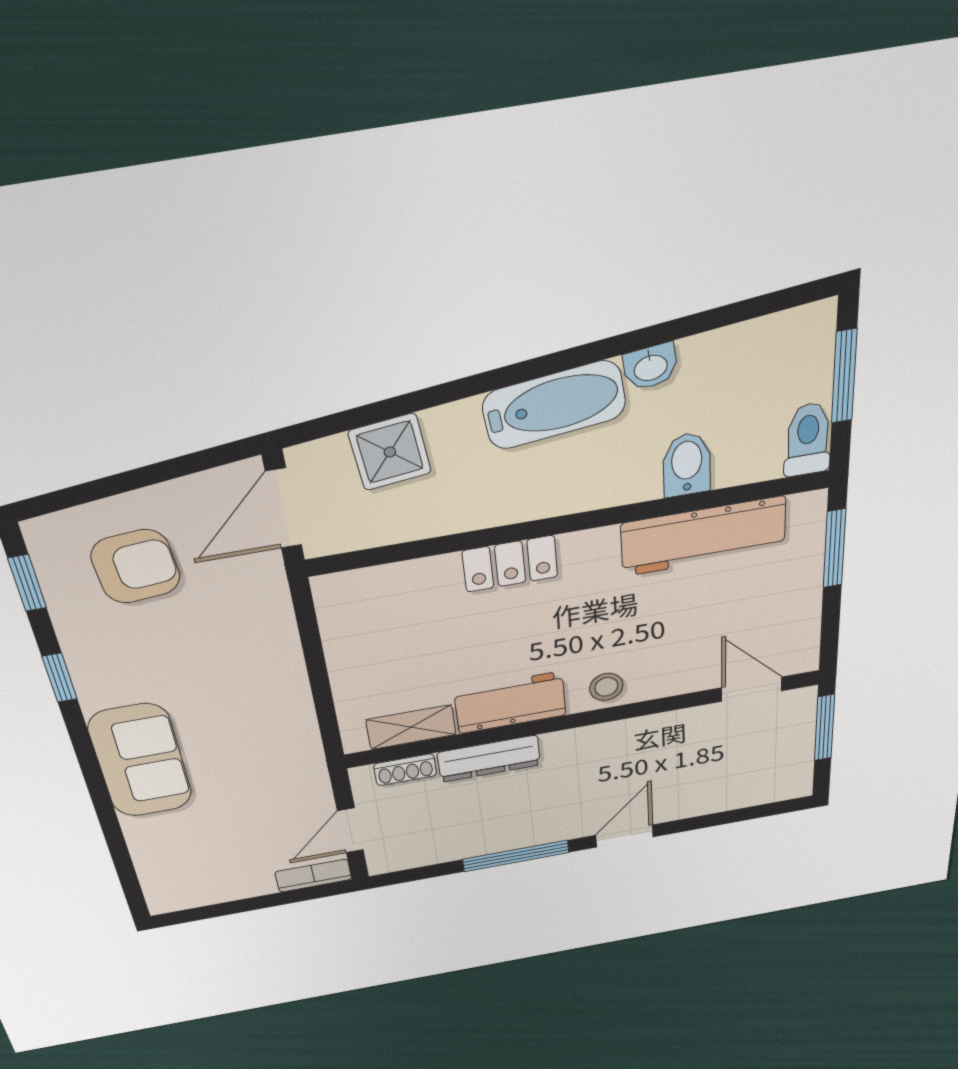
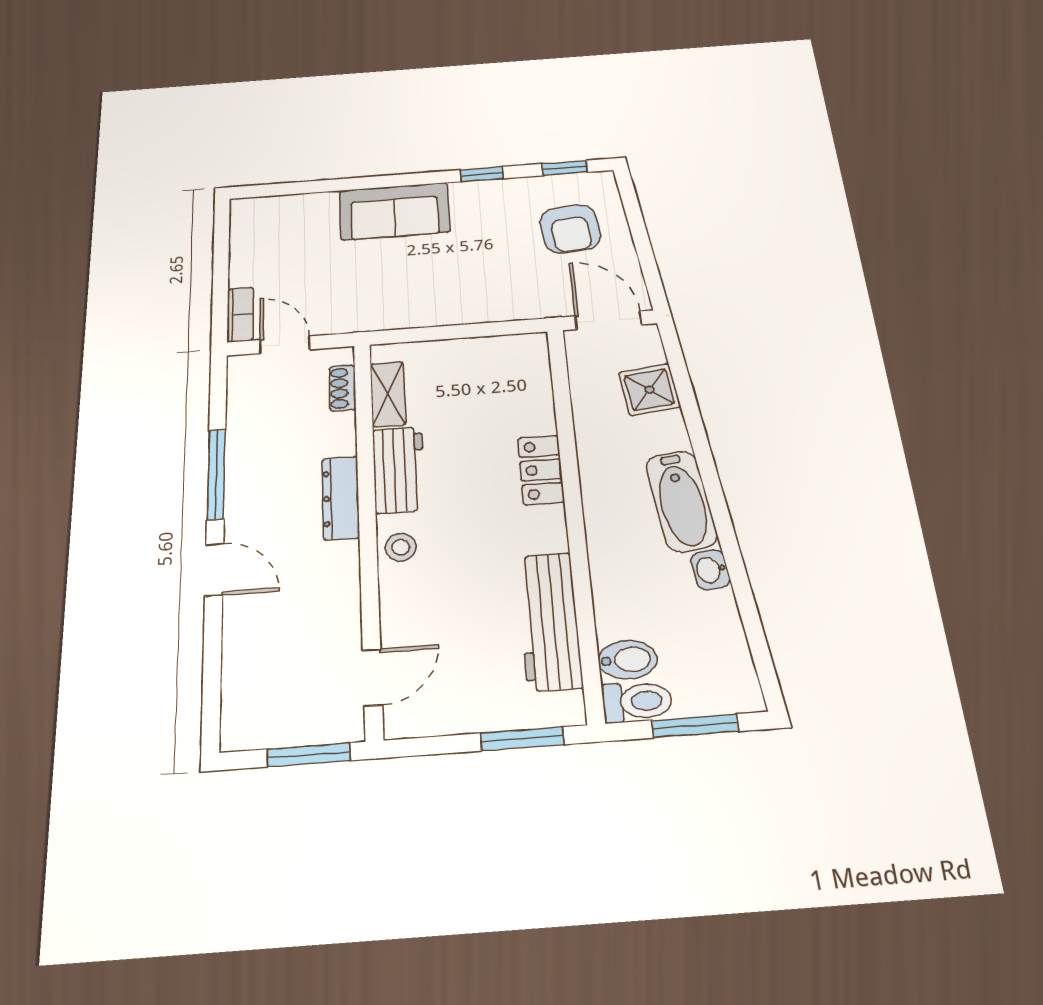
bidet: (687, 465) -> (628, 660), moved
dresser: (489, 759) -> (341, 498), moved

